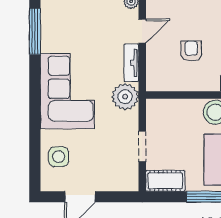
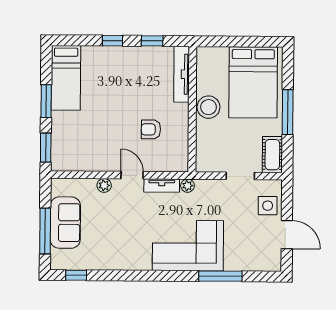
window: (35, 31) -> (220, 276), moved
plant: (125, 97) -> (188, 186), width x0.53, depth x0.53
side table: (59, 157) -> (268, 206), moved

